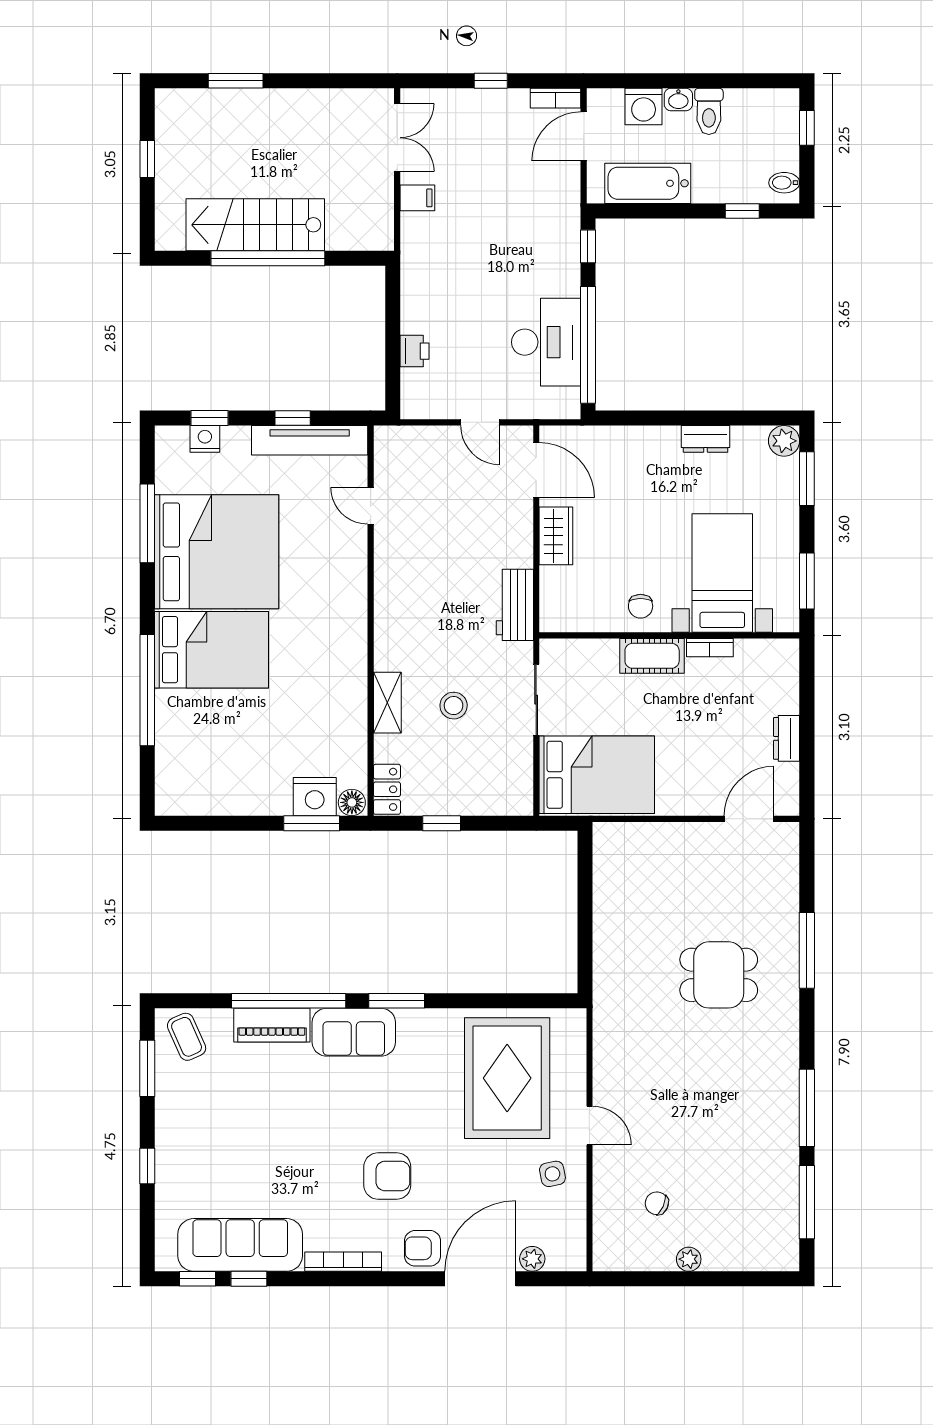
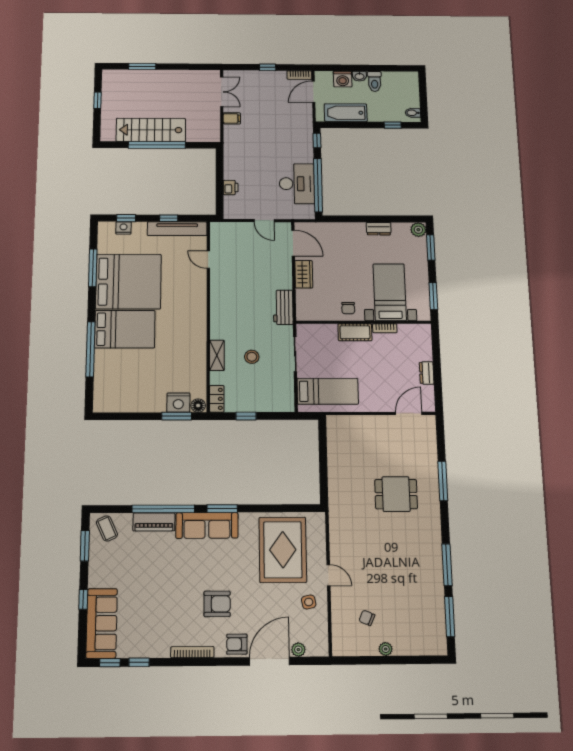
window: (807, 128) -> (423, 89), removed
bed: (597, 775) -> (328, 391), width x0.67
sofa: (354, 1032) -> (207, 525), width x1.36
sofa: (240, 1245) -> (102, 623), moved, turned 90

